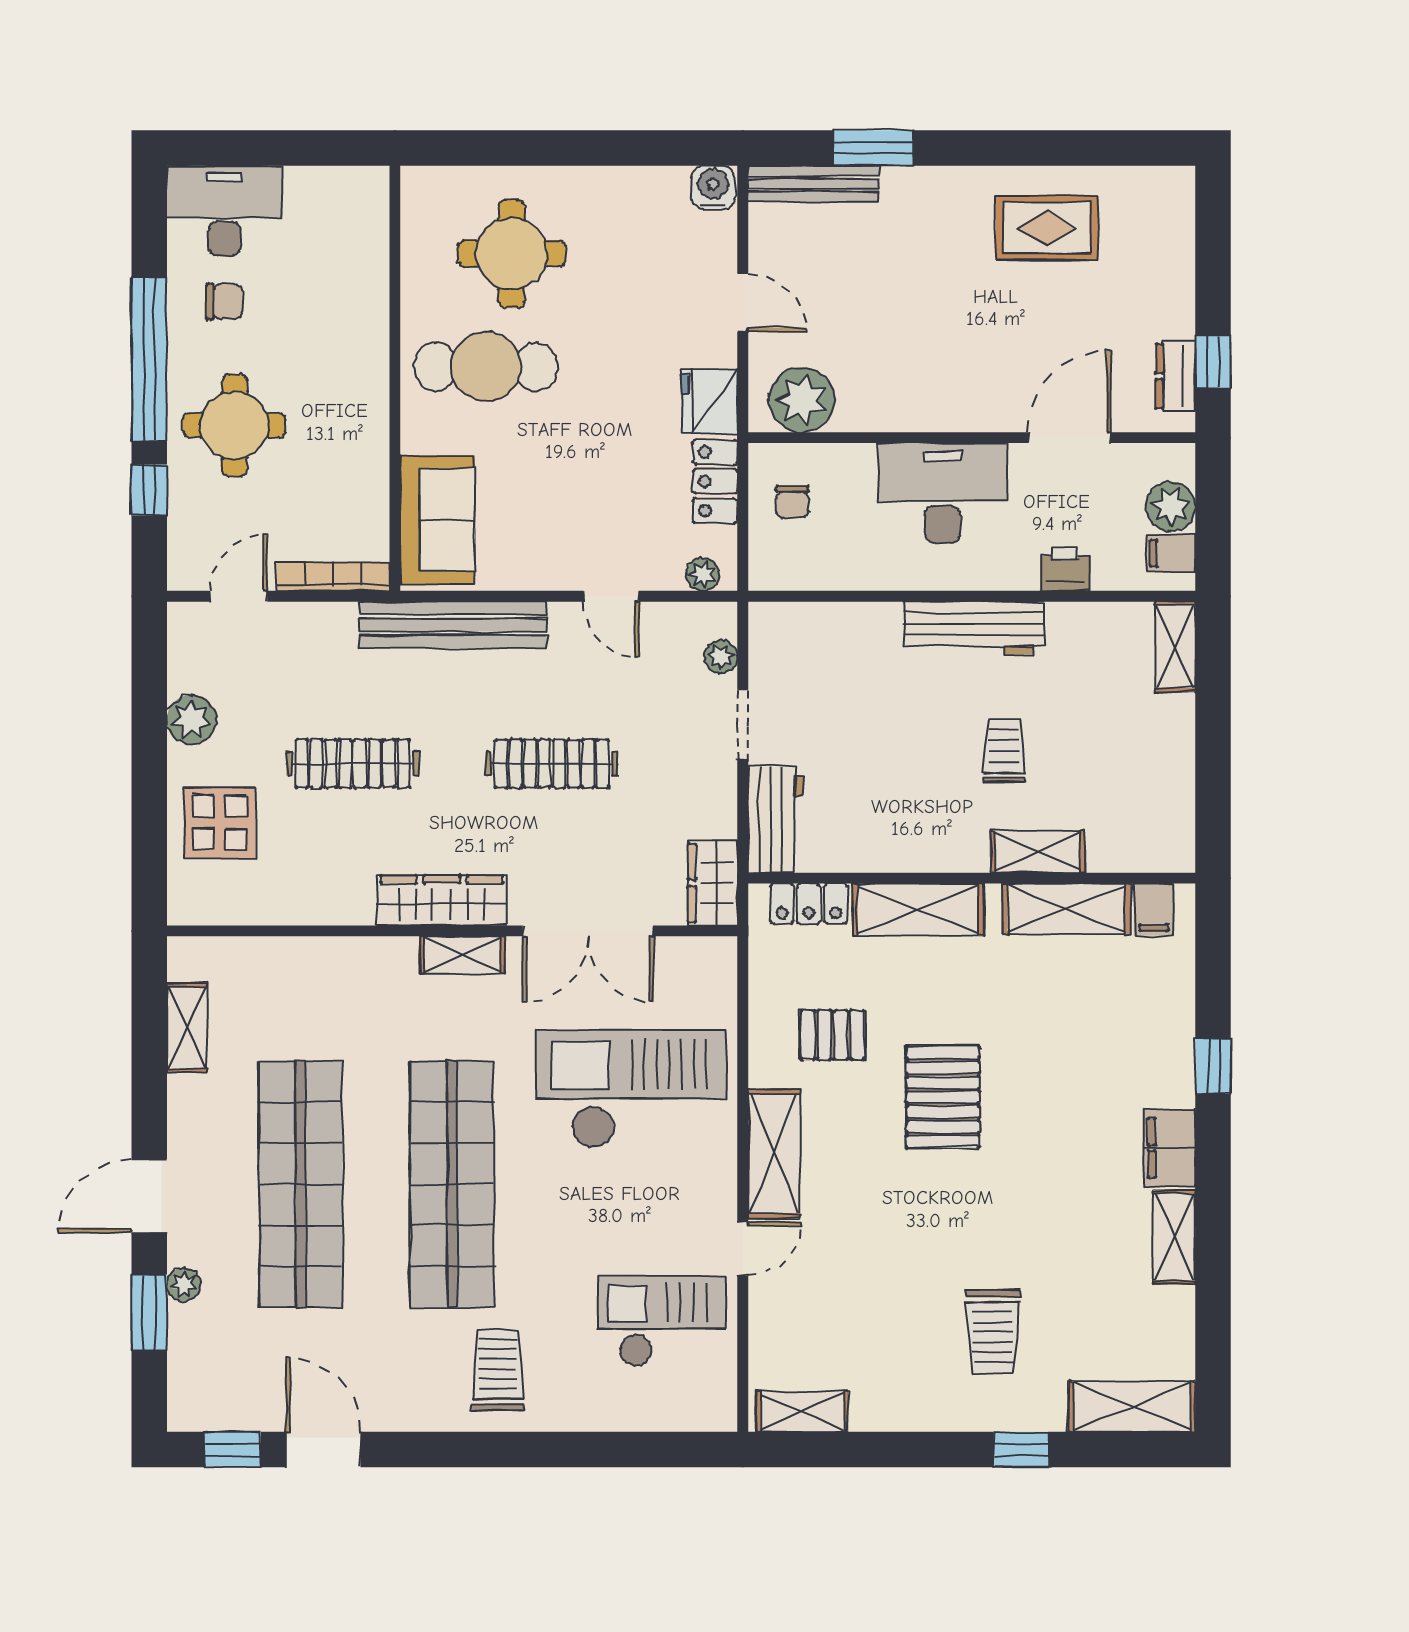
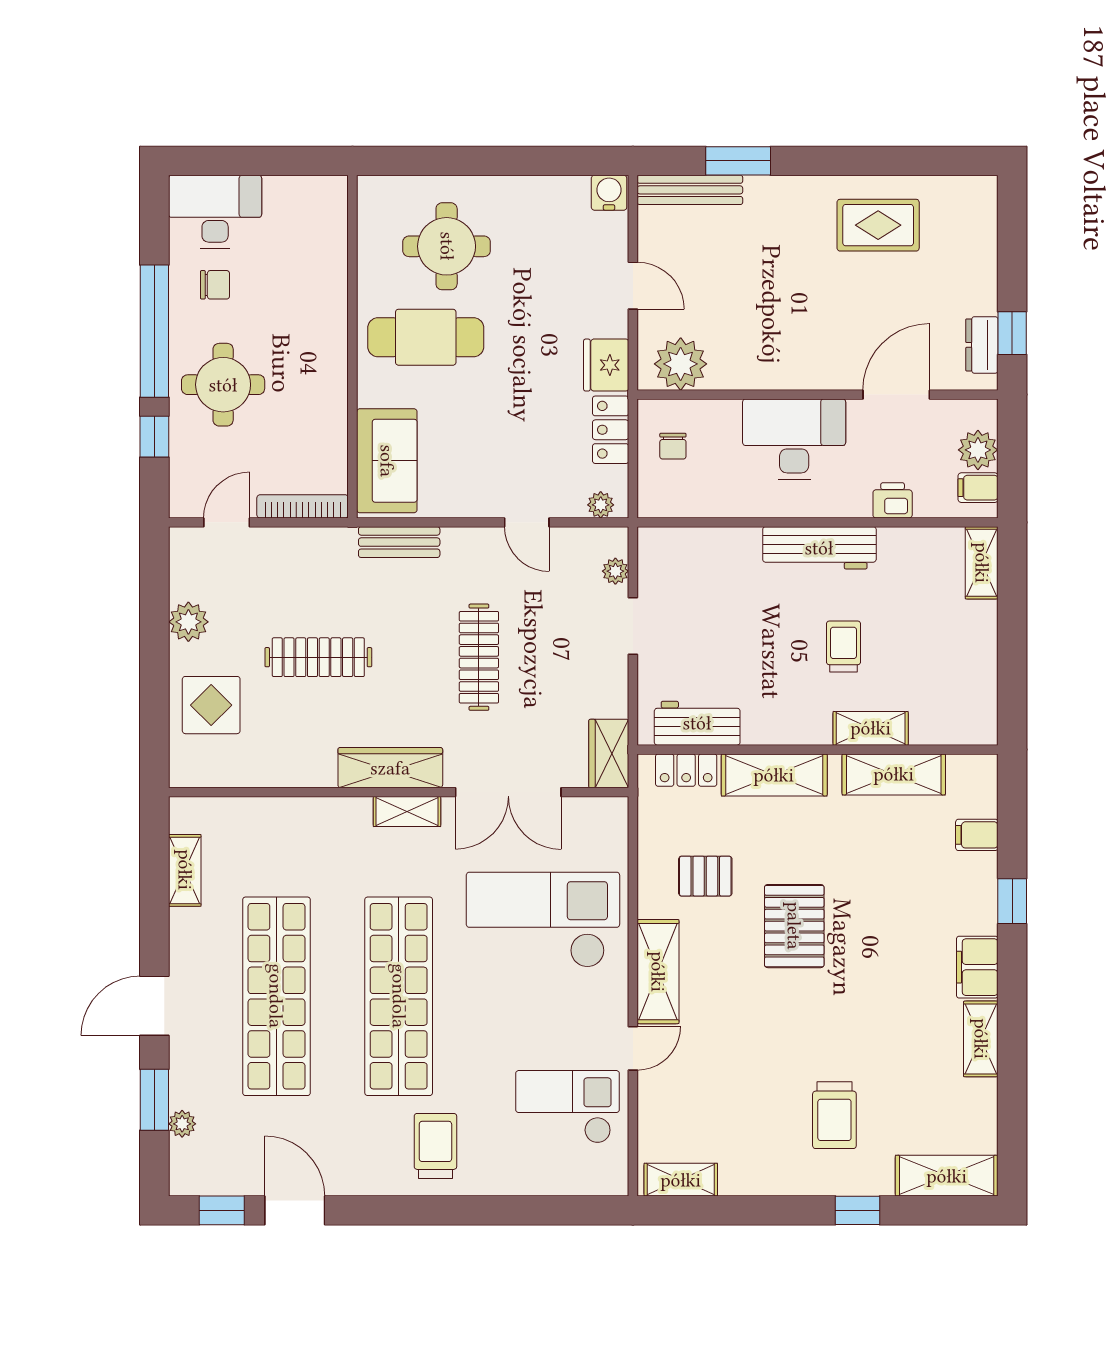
bench: (453, 625) -> (399, 542), width x0.54, depth x0.82
clothes rail: (552, 764) -> (479, 657), turned 90
workbench: (775, 820) -> (697, 723), moved, turned -90
filing cabinet: (1153, 909) -> (977, 835), moved, turned 90
plant: (184, 1285) -> (182, 1124), moved

